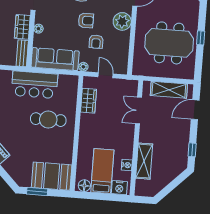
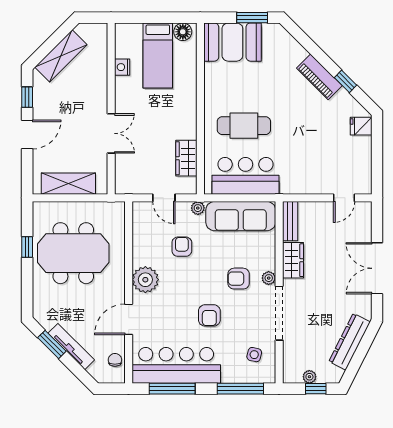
armchair: (86, 21) -> (239, 279), moved
plant: (39, 29) -> (269, 278), moved
window: (201, 38) -> (27, 247), moved
bar counter: (35, 85) -> (246, 176), moved
double door: (138, 110) -> (111, 133), moved
door: (195, 110) -> (27, 134), moved
shelving: (144, 161) -> (61, 56), moved, turned 45
nightstand: (119, 188) -> (131, 33), removed

